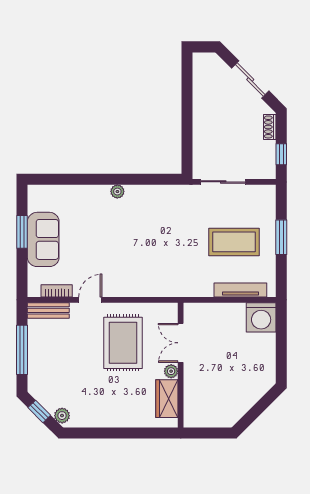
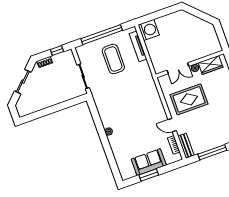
window: (281, 237) -> (102, 35), width x2.11

